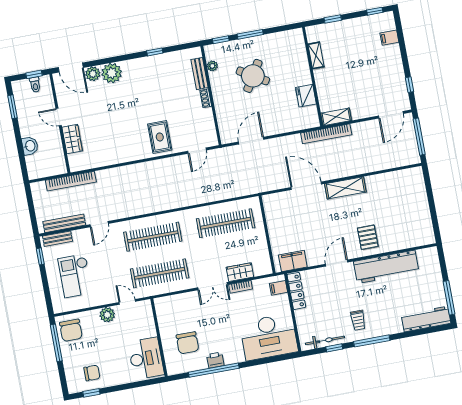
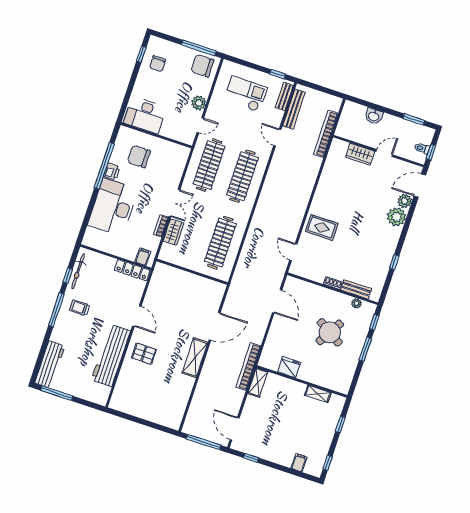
filing cabinet: (293, 261) -> (159, 281), removed
double door: (212, 286) -> (174, 203), swing flipped
desk: (269, 337) -> (113, 207), moved

